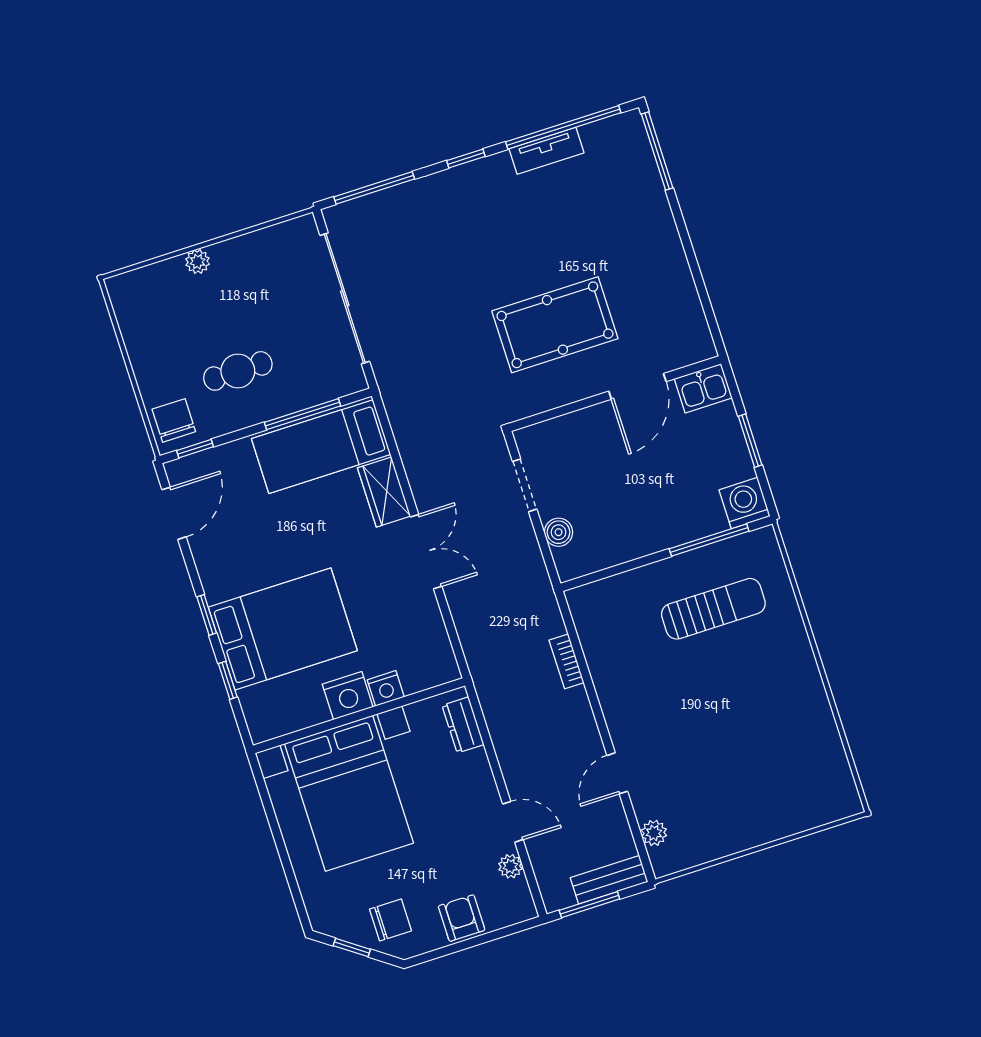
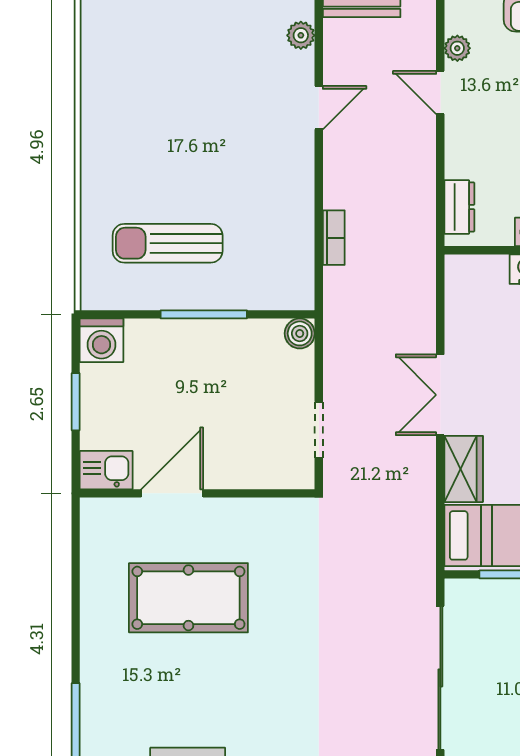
pool table: (555, 325) -> (188, 598), moved
boiler: (559, 532) -> (300, 333), moved
window: (709, 540) -> (204, 314), moved

